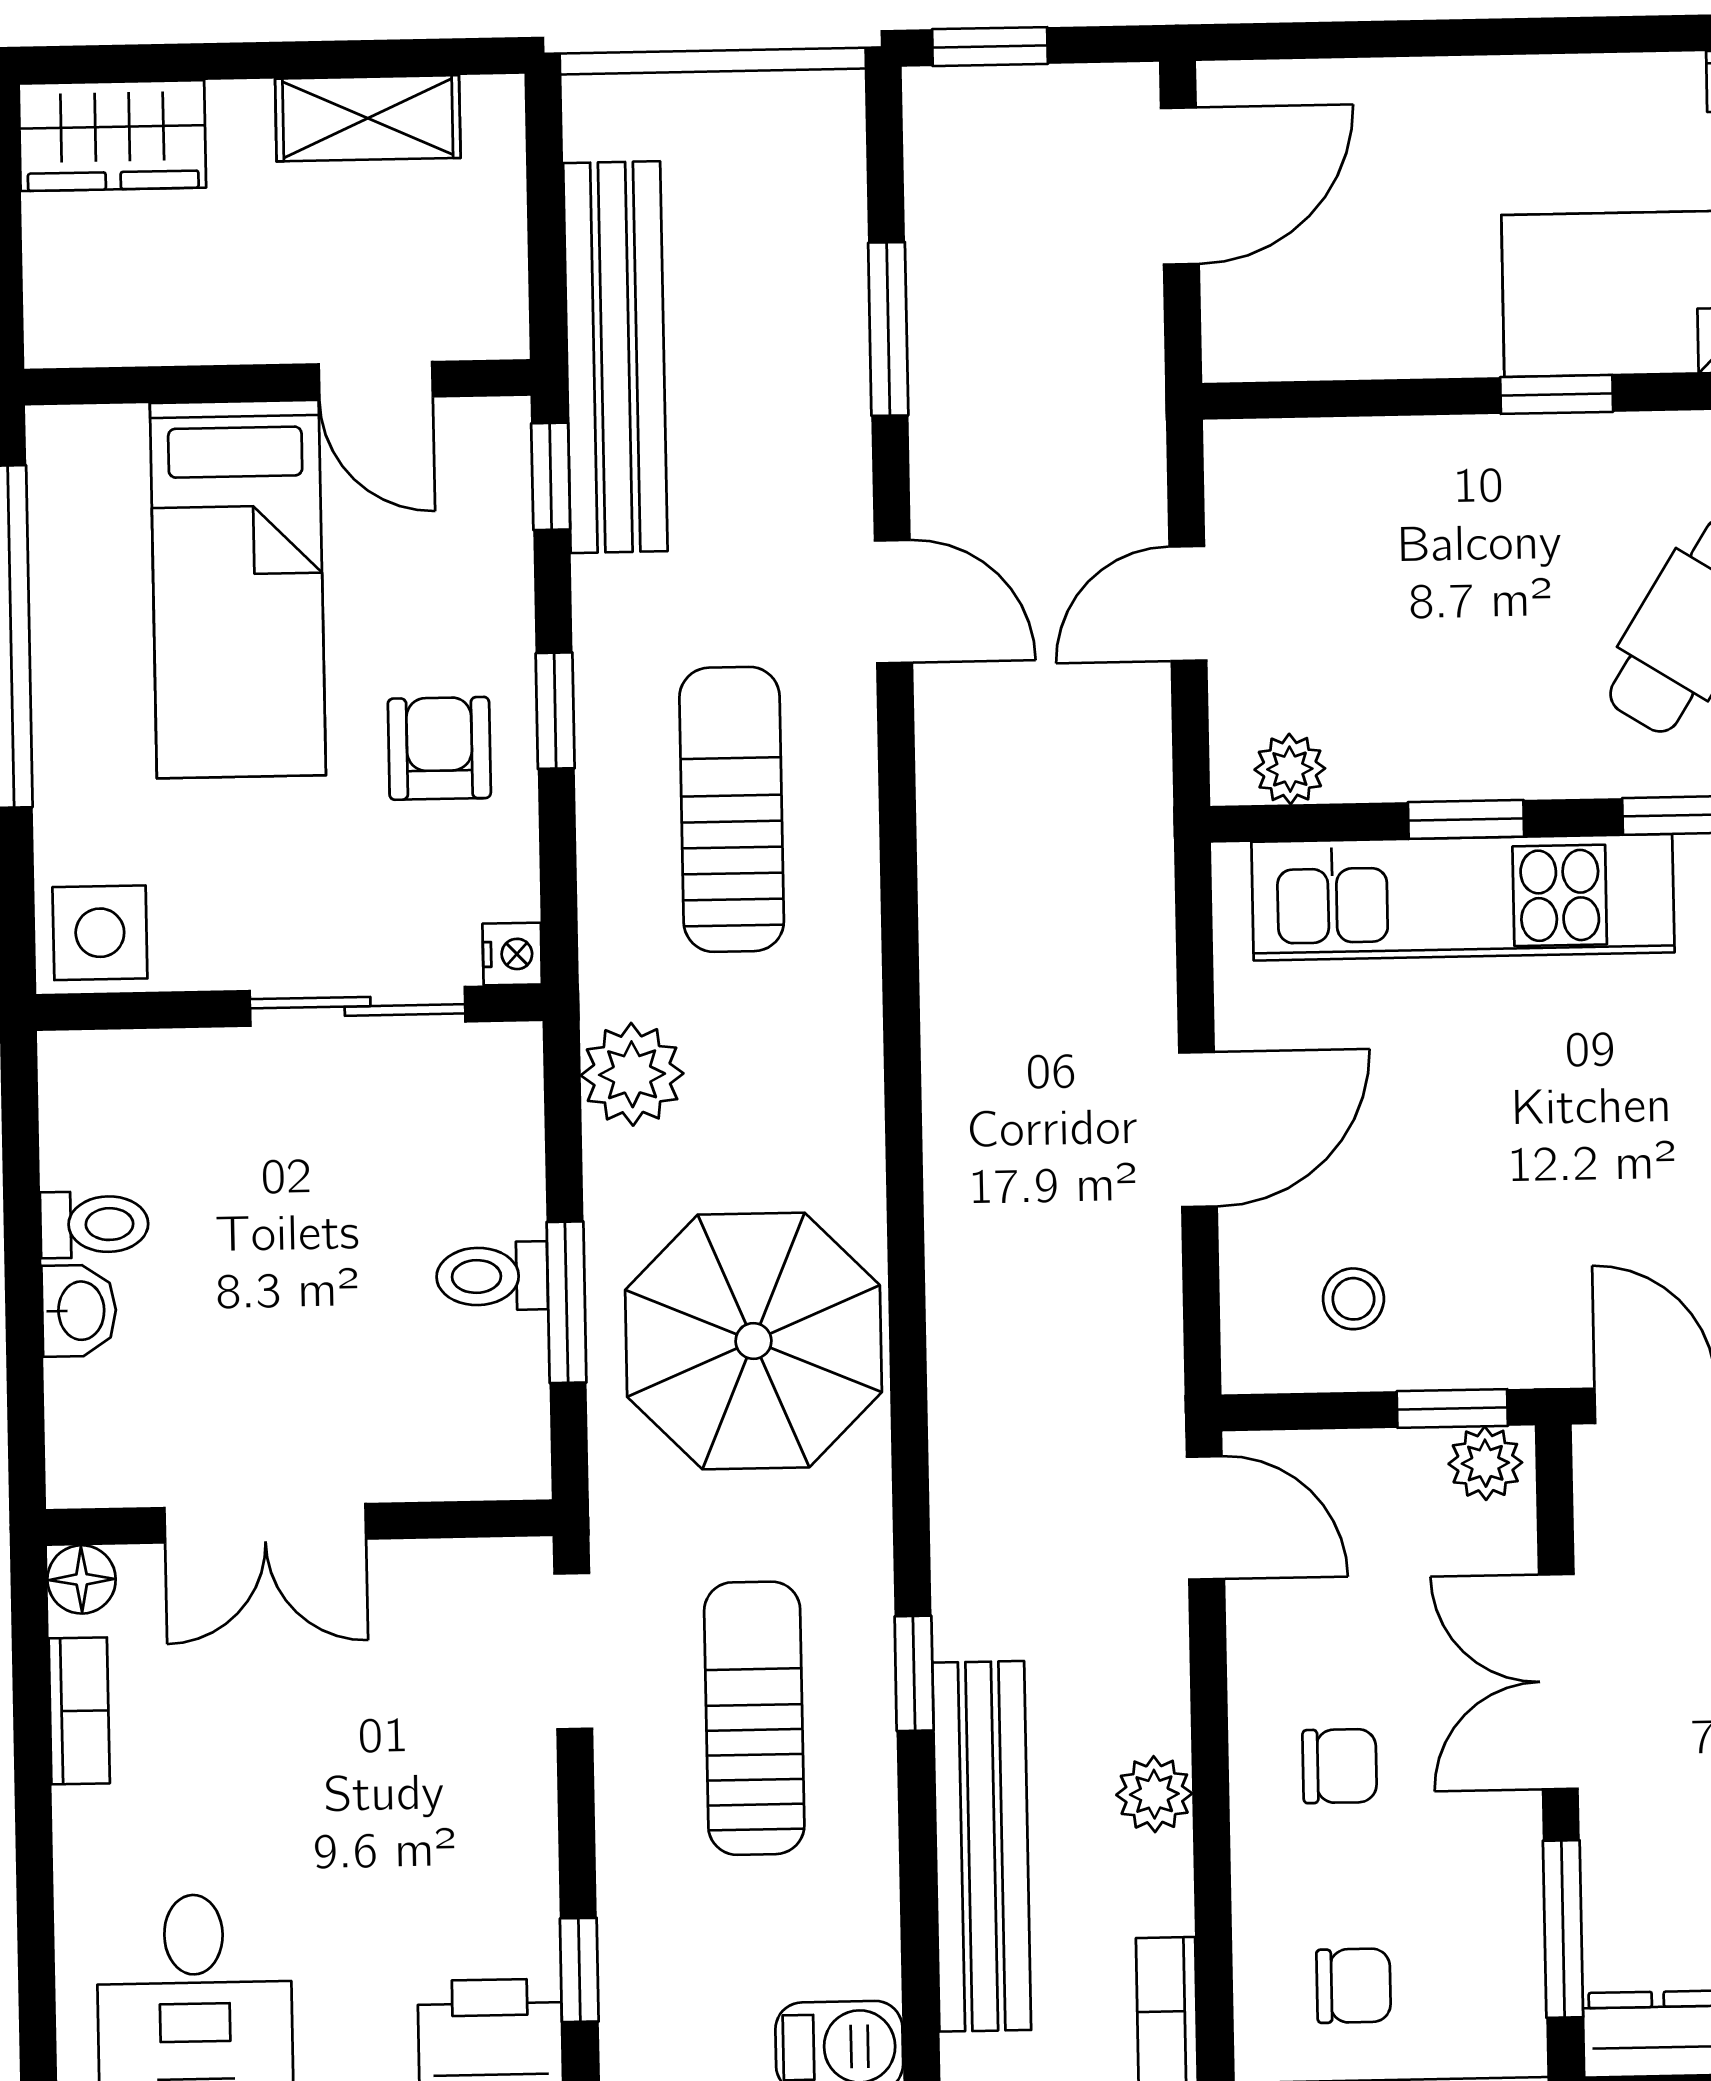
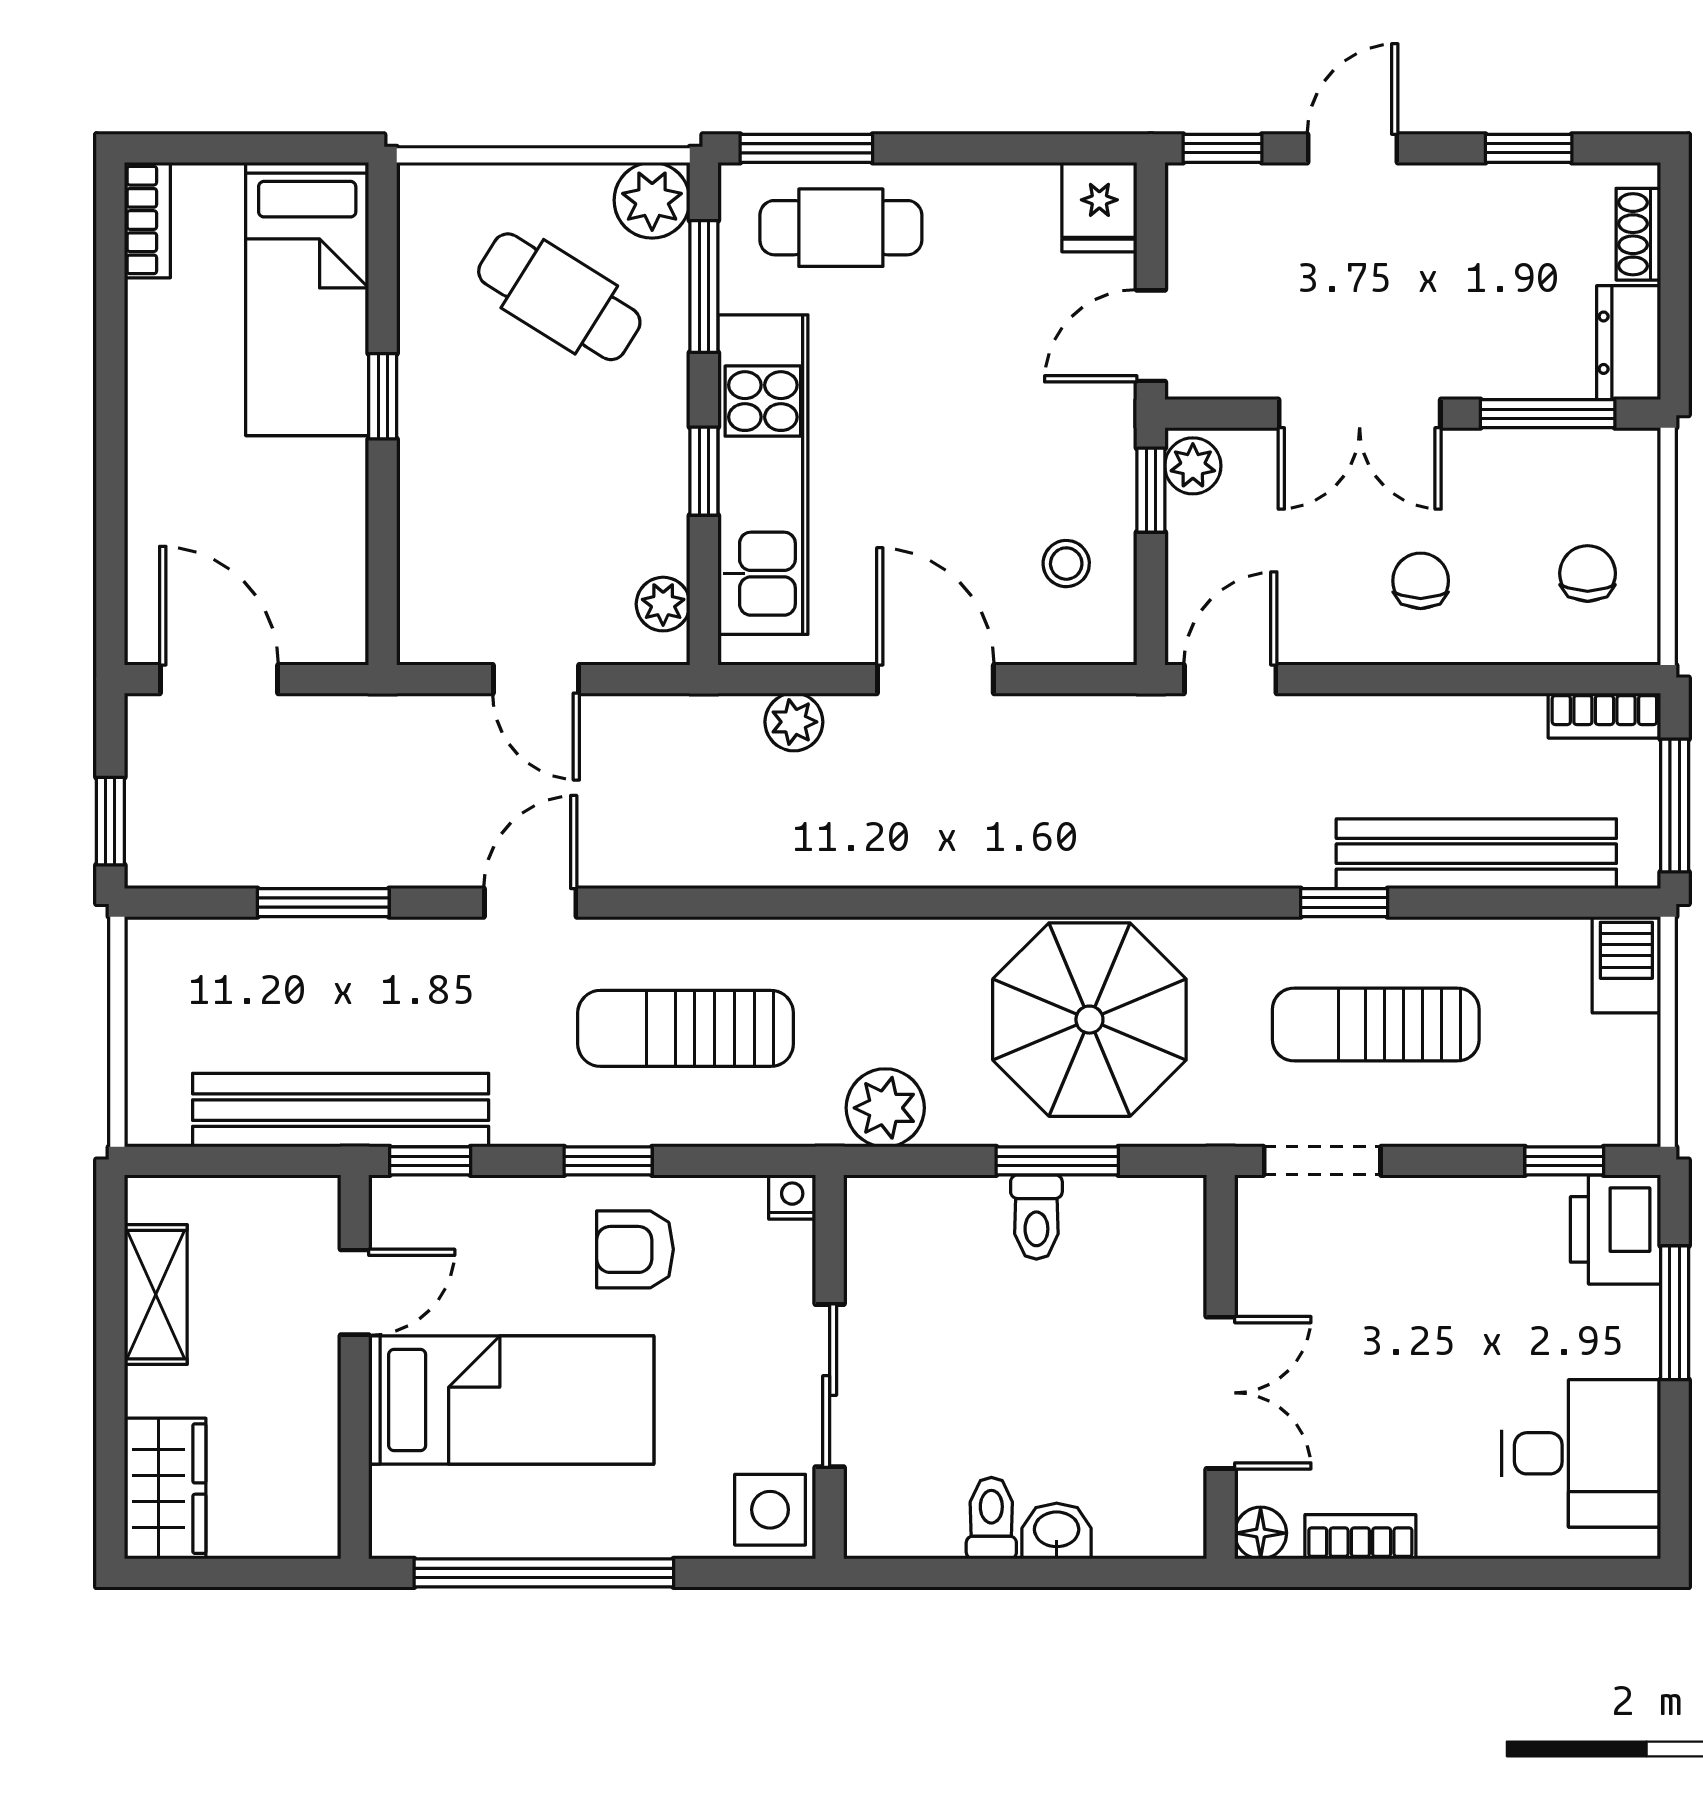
sliding door: (358, 1006) -> (830, 1386), moved
plant: (1154, 1794) -> (794, 722), moved

